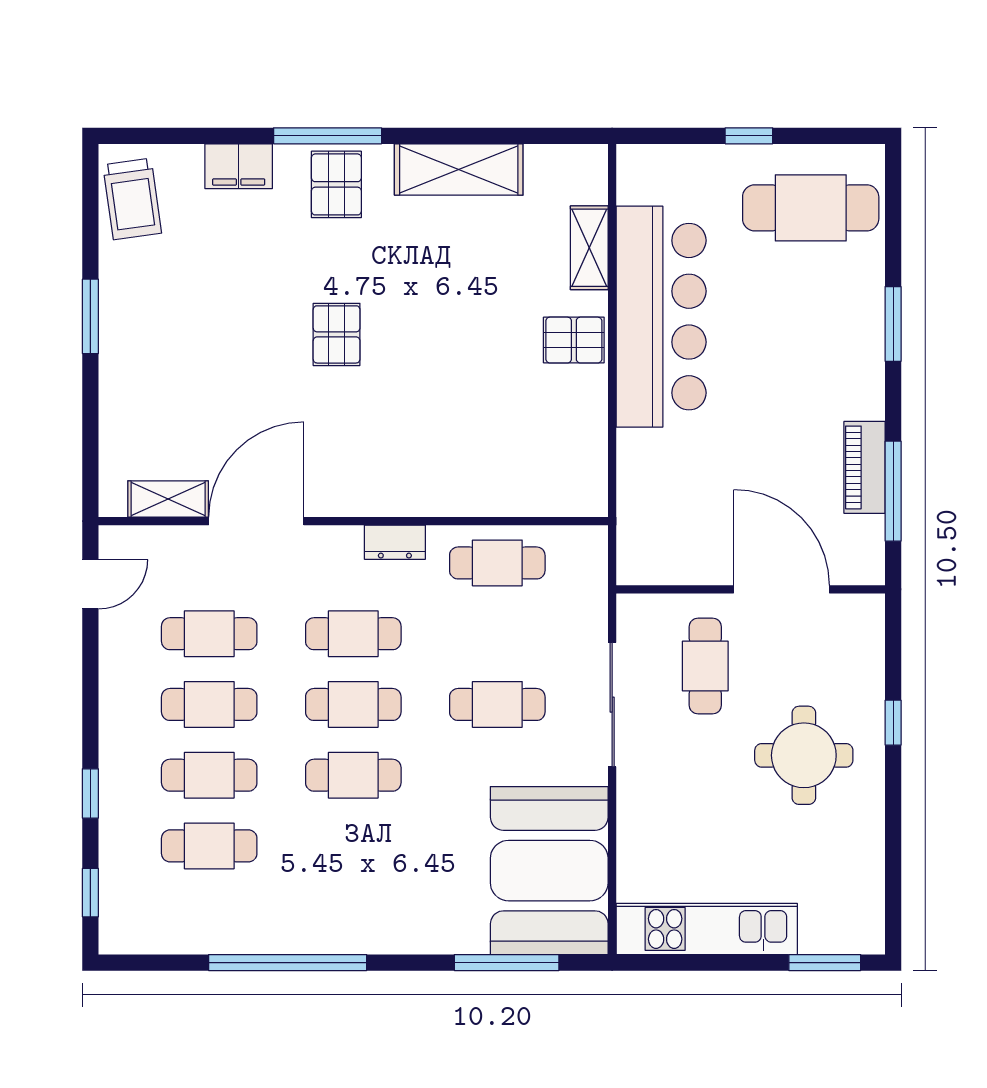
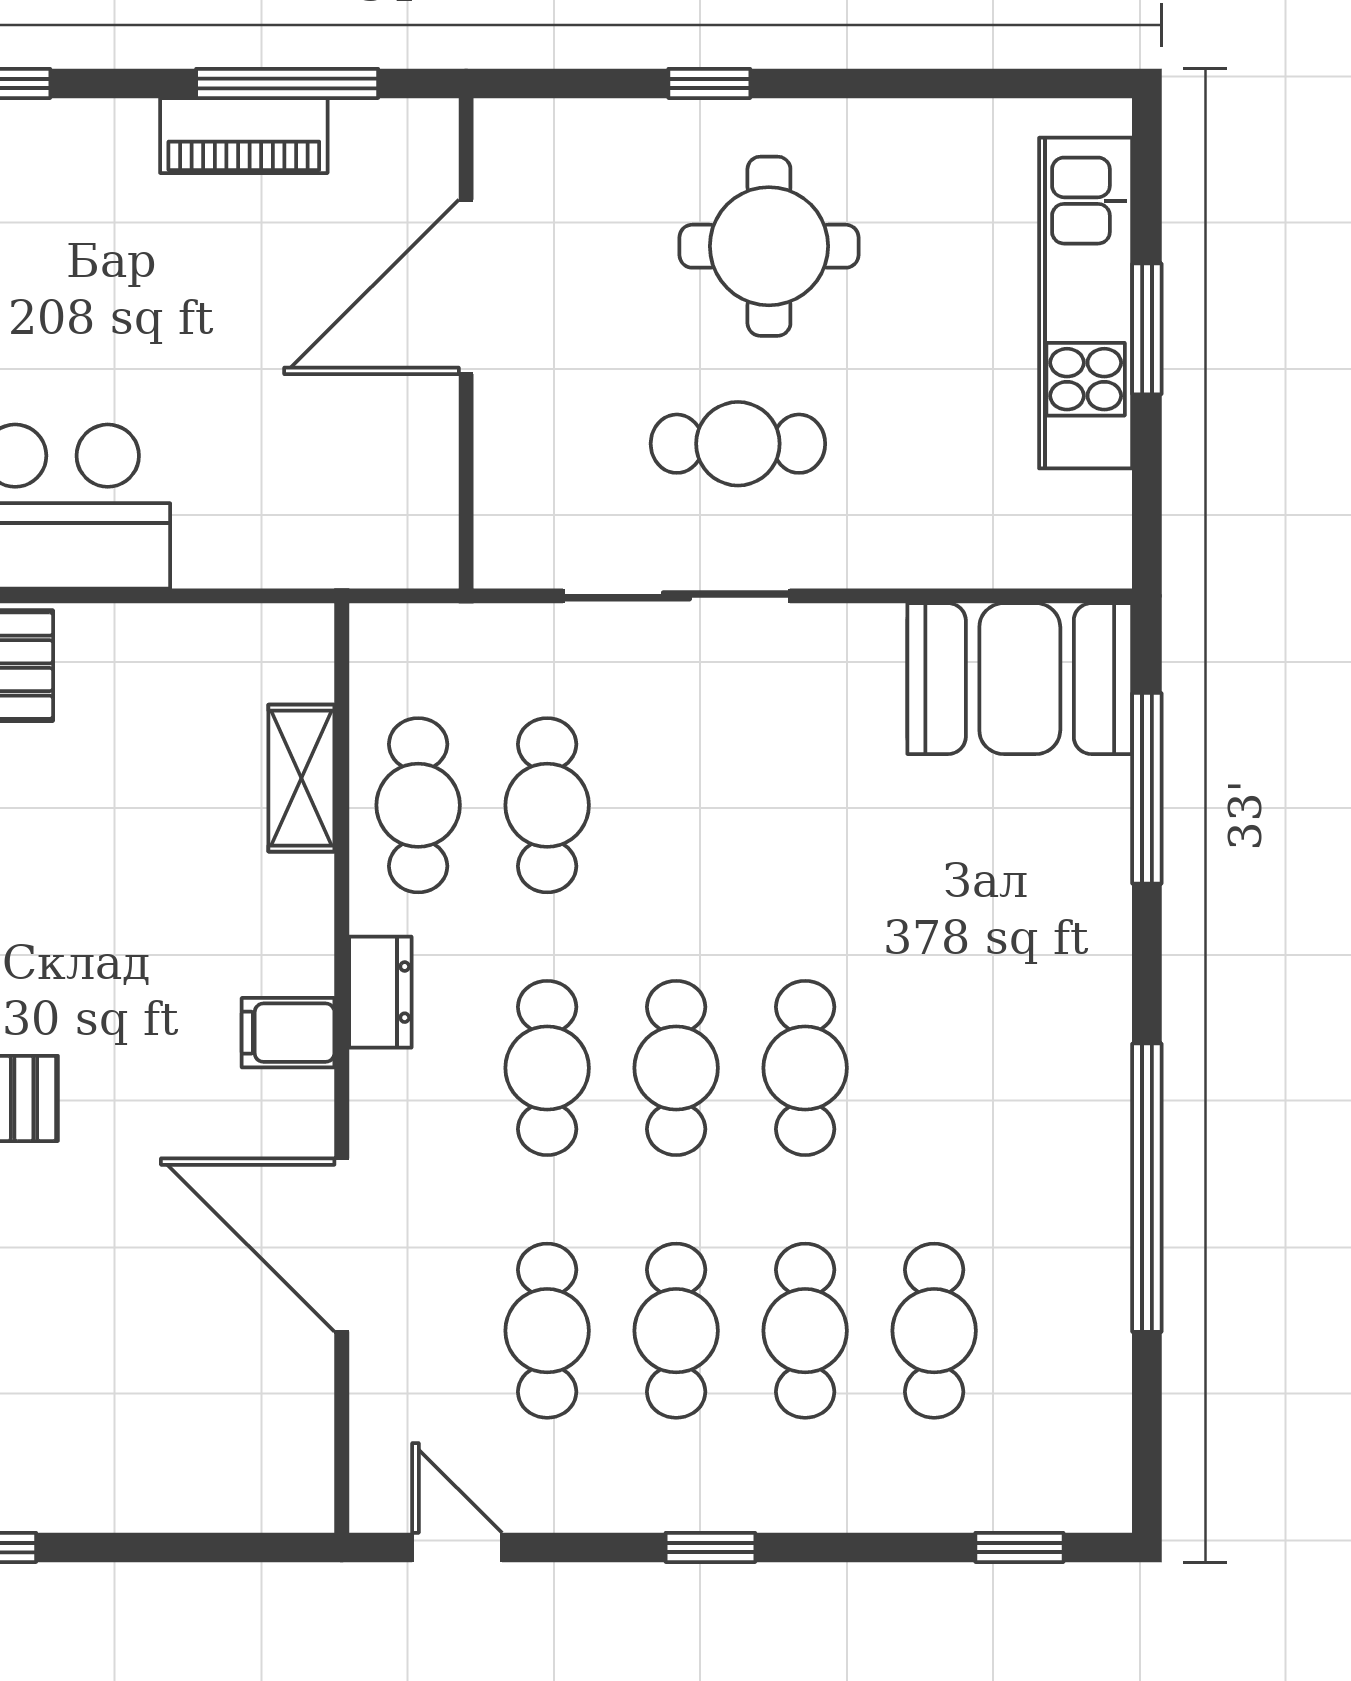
filing cabinet: (373, 492) -> (288, 1033), added
shelving: (168, 499) -> (301, 778), moved
cafe table: (705, 666) -> (738, 444), moved
cafe table: (497, 704) -> (547, 805), moved
window: (90, 793) -> (710, 1547), moved
booth: (549, 871) -> (1020, 679), width x0.73, depth x0.70
kitchen unit: (707, 929) -> (1086, 303), moved
window: (825, 963) -> (1147, 329), moved

